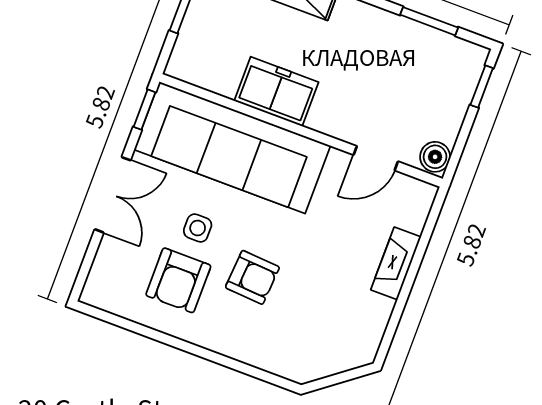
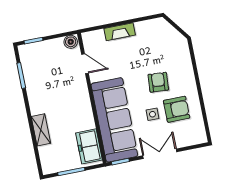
freezer: (276, 91) -> (89, 146), moved

